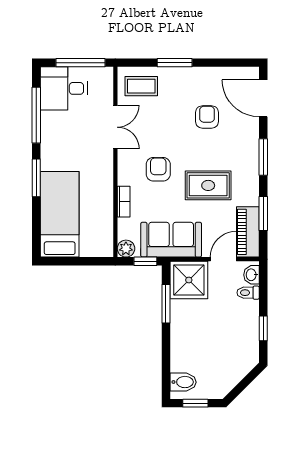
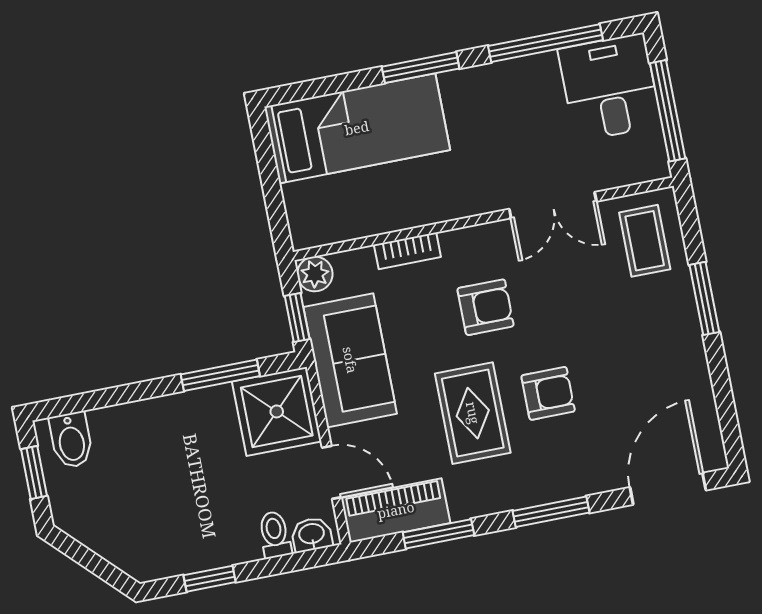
armchair: (207, 117) -> (548, 393), moved

